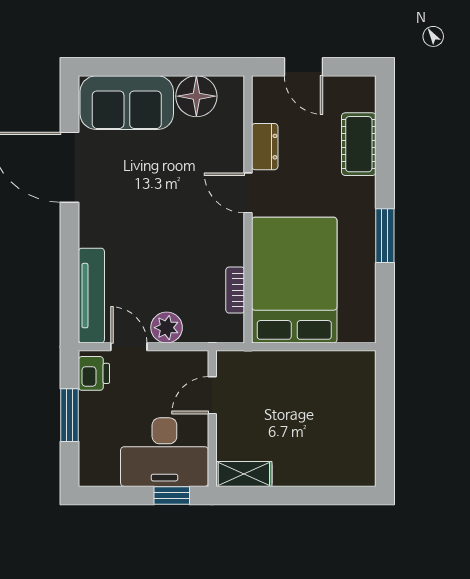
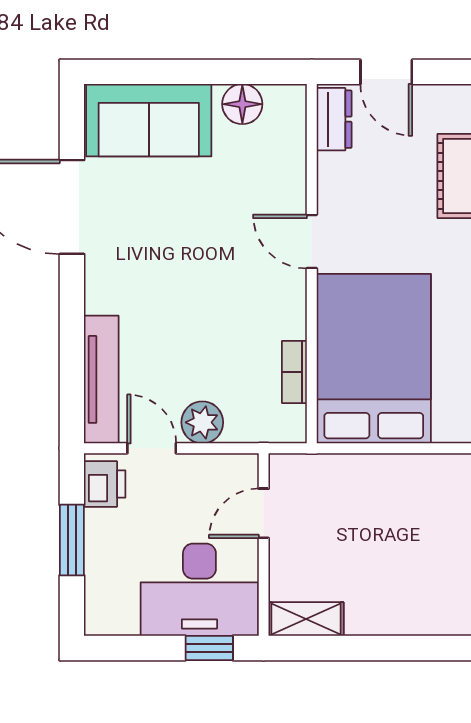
floor lamp: (196, 96) -> (242, 104), width x0.73, depth x0.73
dresser: (265, 147) -> (334, 119), moved

